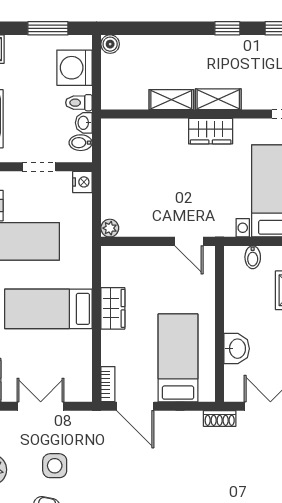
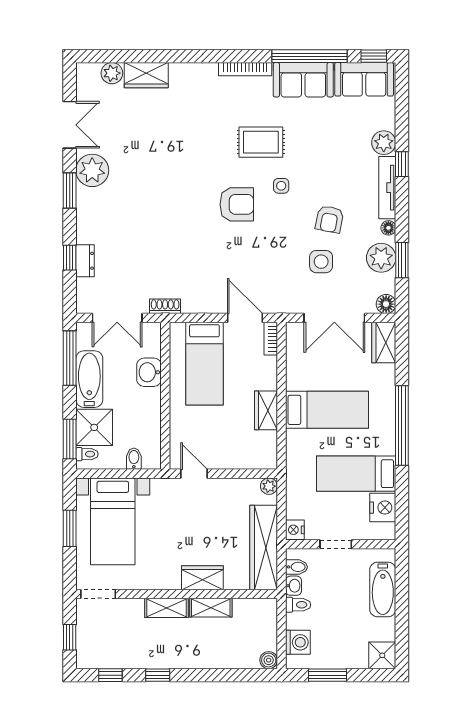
washing machine: (74, 68) -> (298, 642), width x0.73, depth x0.73
wardrobe: (211, 131) -> (202, 578), moved
wardrobe: (115, 163) -> (264, 548), added
double door: (41, 406) -> (334, 318), width x1.37

